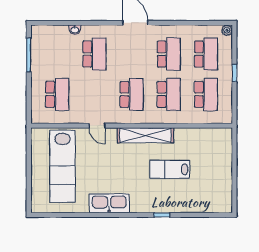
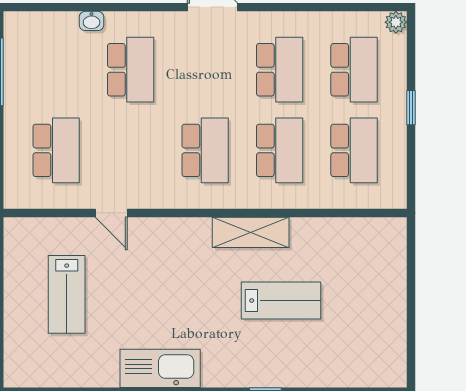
door: (97, 126) -> (111, 213), moved
shelving: (145, 135) -> (251, 232), width x0.68
lab bench: (62, 166) -> (67, 294), width x0.54, depth x0.72
lab bench: (170, 169) -> (281, 301), turned 180

